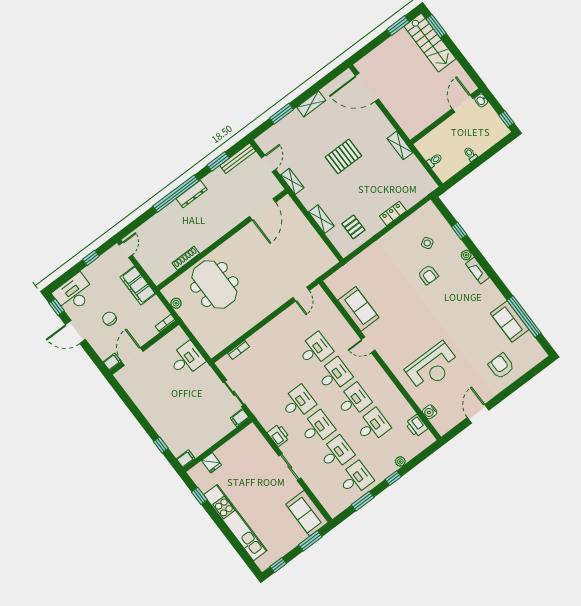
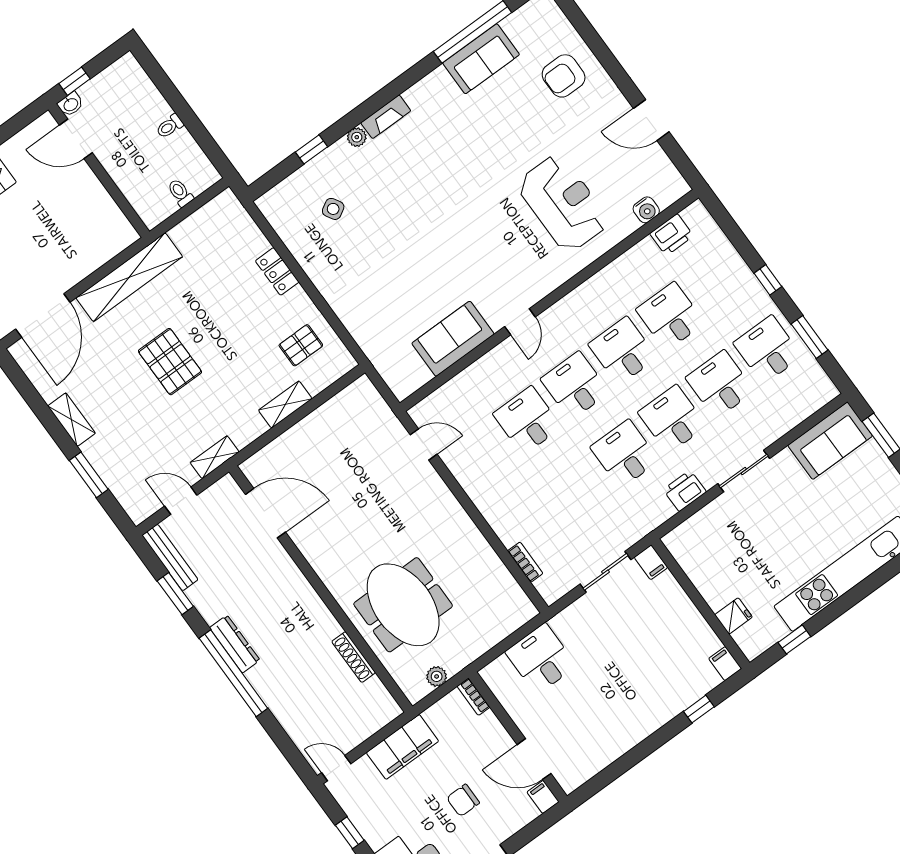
window: (506, 119) -> (75, 81), moved
shelving: (400, 145) -> (129, 277), width x2.20, depth x1.33
armchair: (428, 275) -> (392, 208), removed
meeting table: (214, 284) -> (403, 605), turned 90
plant: (400, 461) -> (737, 266), removed

